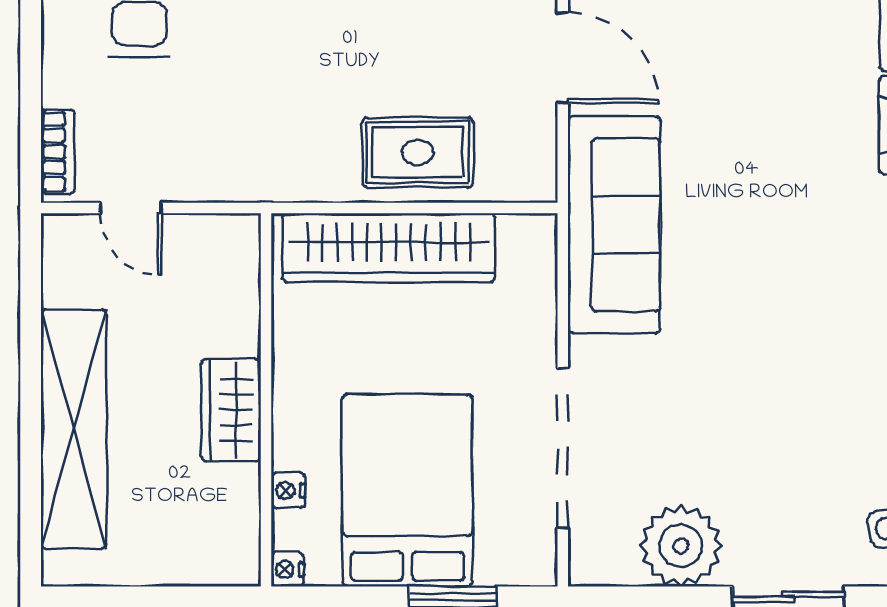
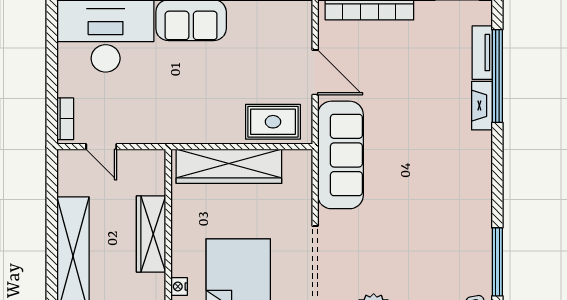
rug: (418, 152) -> (273, 122), moved
wardrobe: (231, 410) -> (151, 234), width x1.50

